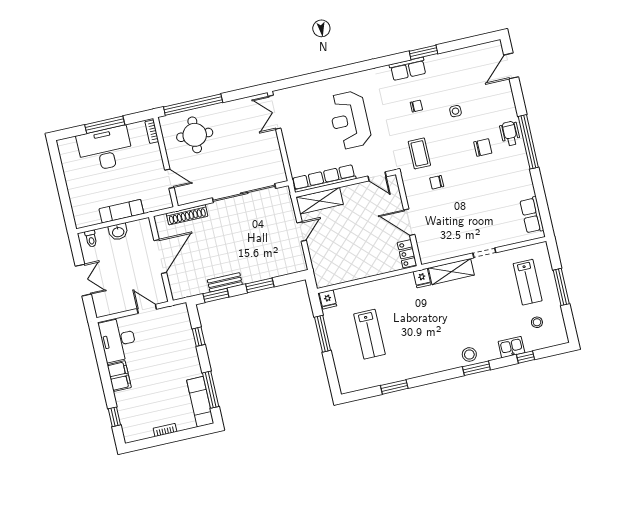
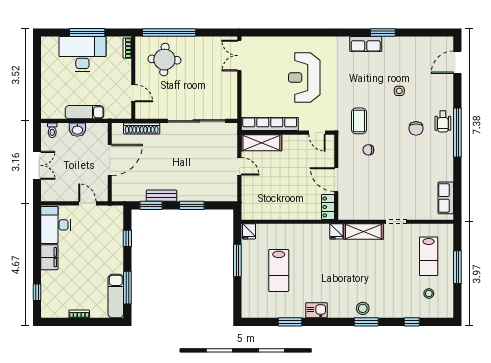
chair: (416, 106) -> (366, 79), removed
wheelchair: (510, 133) -> (443, 122), turned 180
chair: (483, 148) -> (416, 128), turned 90
door: (302, 232) -> (239, 166), hinge flipped
kitchen sink: (511, 347) -> (316, 310), moved

